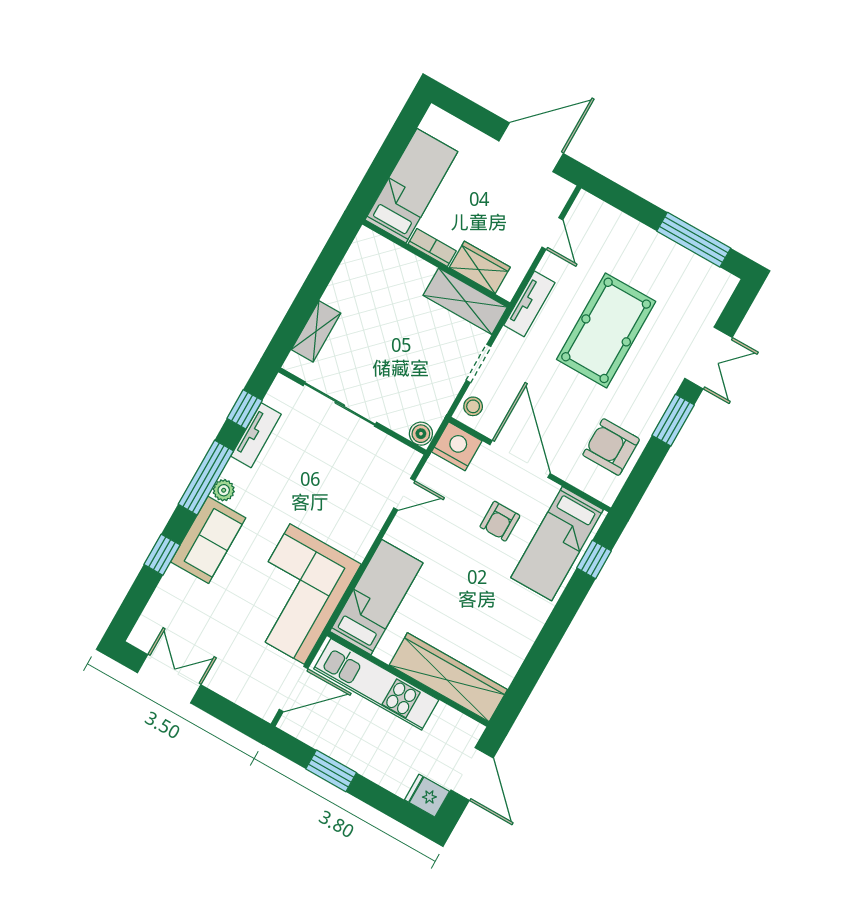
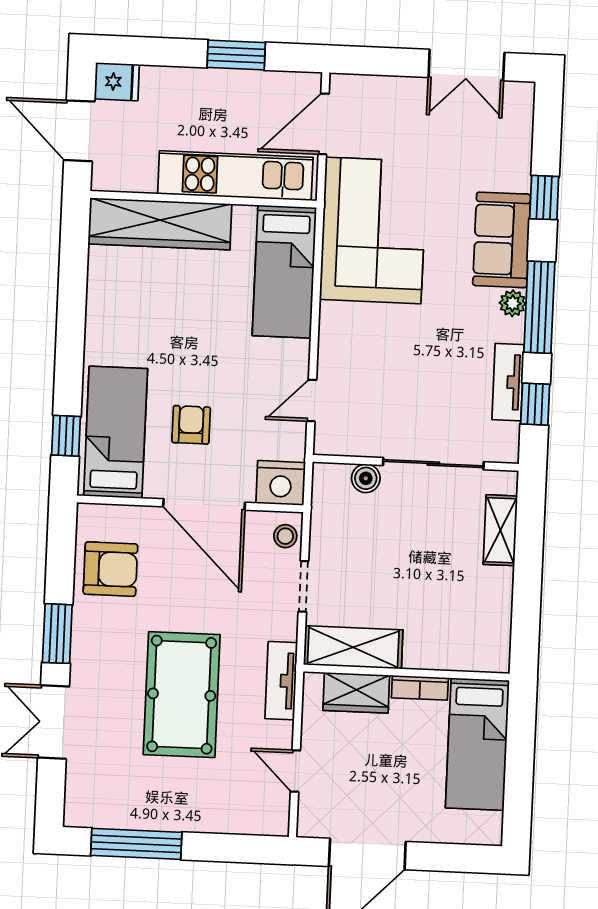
boiler: (421, 434) -> (366, 478), moved

